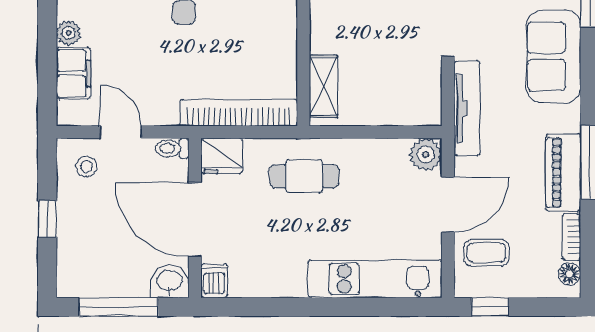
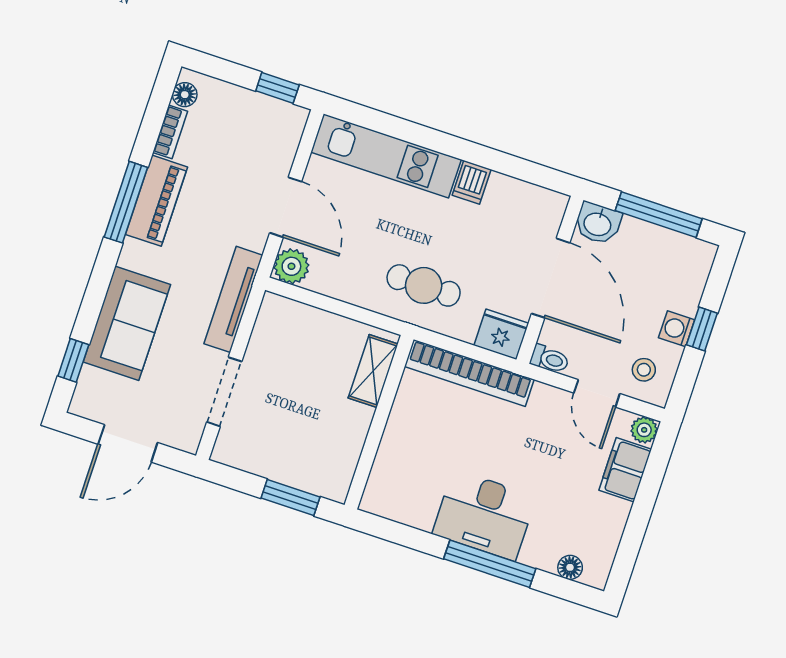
plant: (69, 33) -> (644, 430), moved
door: (448, 205) -> (286, 207), swing flipped
washing machine: (70, 212) -> (677, 329), added
coffee table: (486, 253) -> (263, 145), removed
dishwasher: (214, 281) -> (472, 182), moved

